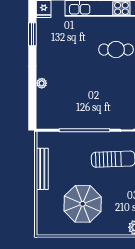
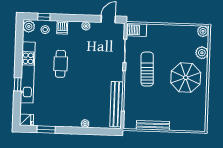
bench: (68, 122) -> (116, 104), added
parasol: (83, 204) -> (186, 78), moved

